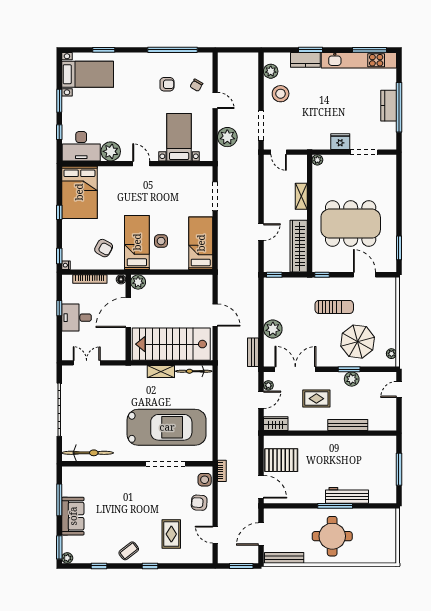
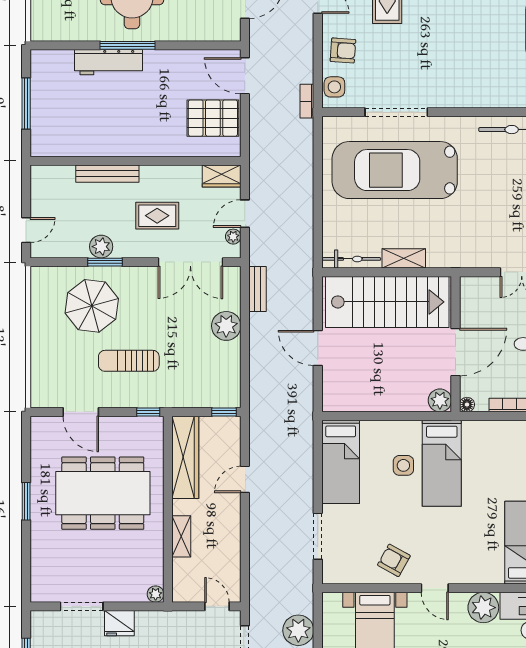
armchair: (104, 248) -> (394, 560), moved
window: (399, 248) -> (26, 501), moved
plant: (391, 354) -> (38, 287), removed

